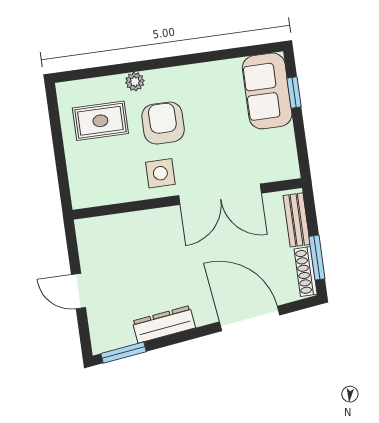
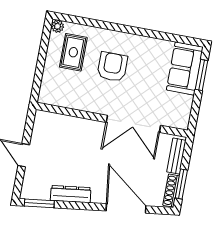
plant: (135, 82) -> (57, 26), moved
window: (294, 92) -> (201, 75), width x1.50
rug: (100, 121) -> (73, 52), turned 90
side table: (160, 173) -> (100, 98), removed

